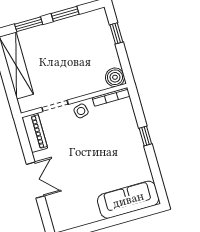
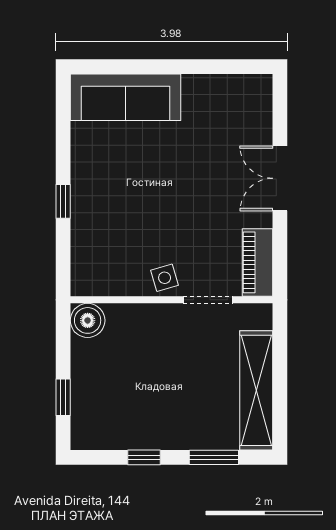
window: (65, 14) -> (144, 457), width x0.67
bookcase: (111, 97) -> (104, 288), removed

